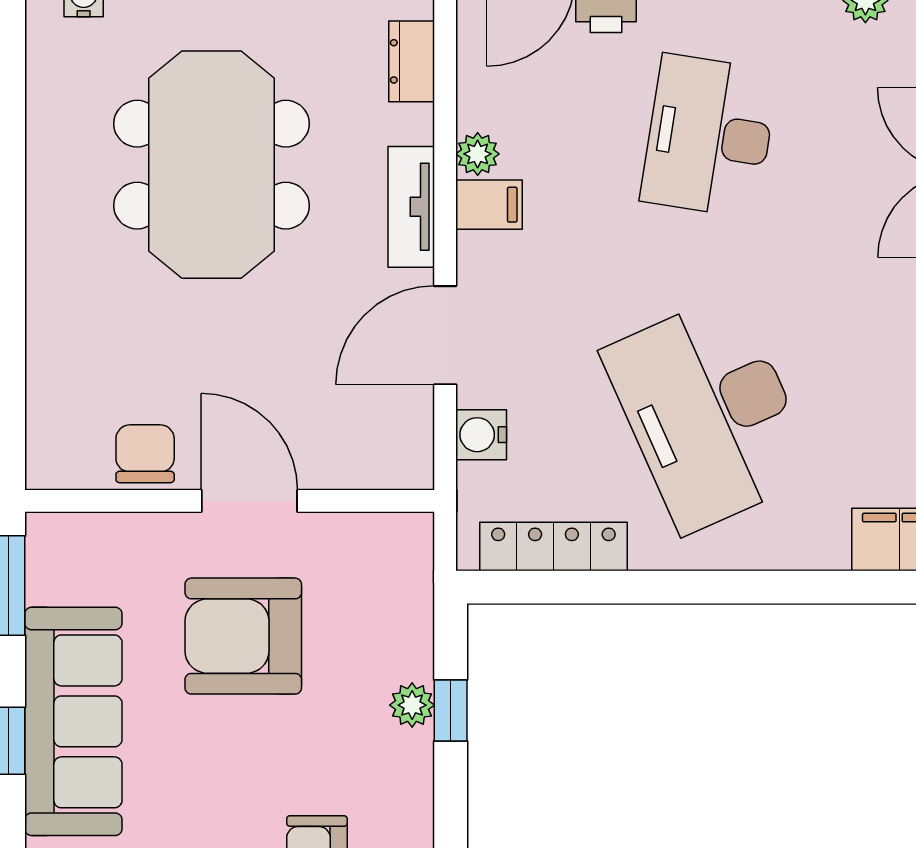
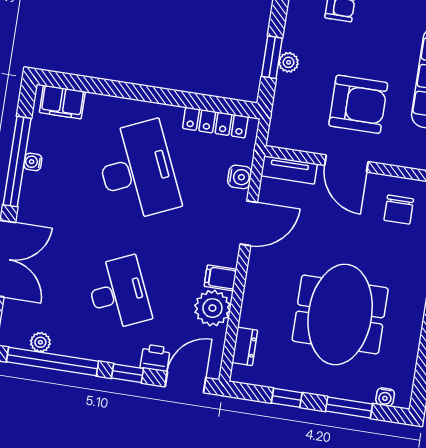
desk: (709, 136) -> (119, 293), turned -33
plant: (478, 154) -> (212, 308), width x1.88, depth x1.88
tv unit: (411, 207) -> (289, 170), moved, turned 90
chair: (145, 454) -> (399, 210), moved
window: (451, 711) -> (272, 57), width x1.50

